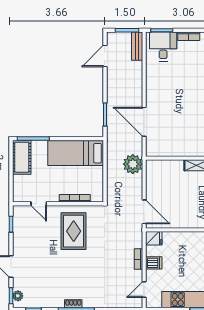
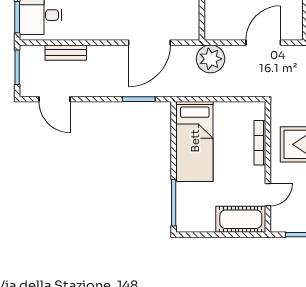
bench: (137, 46) -> (66, 53), moved
cot: (22, 157) -> (241, 219), moved
door: (144, 212) -> (263, 43), moved

